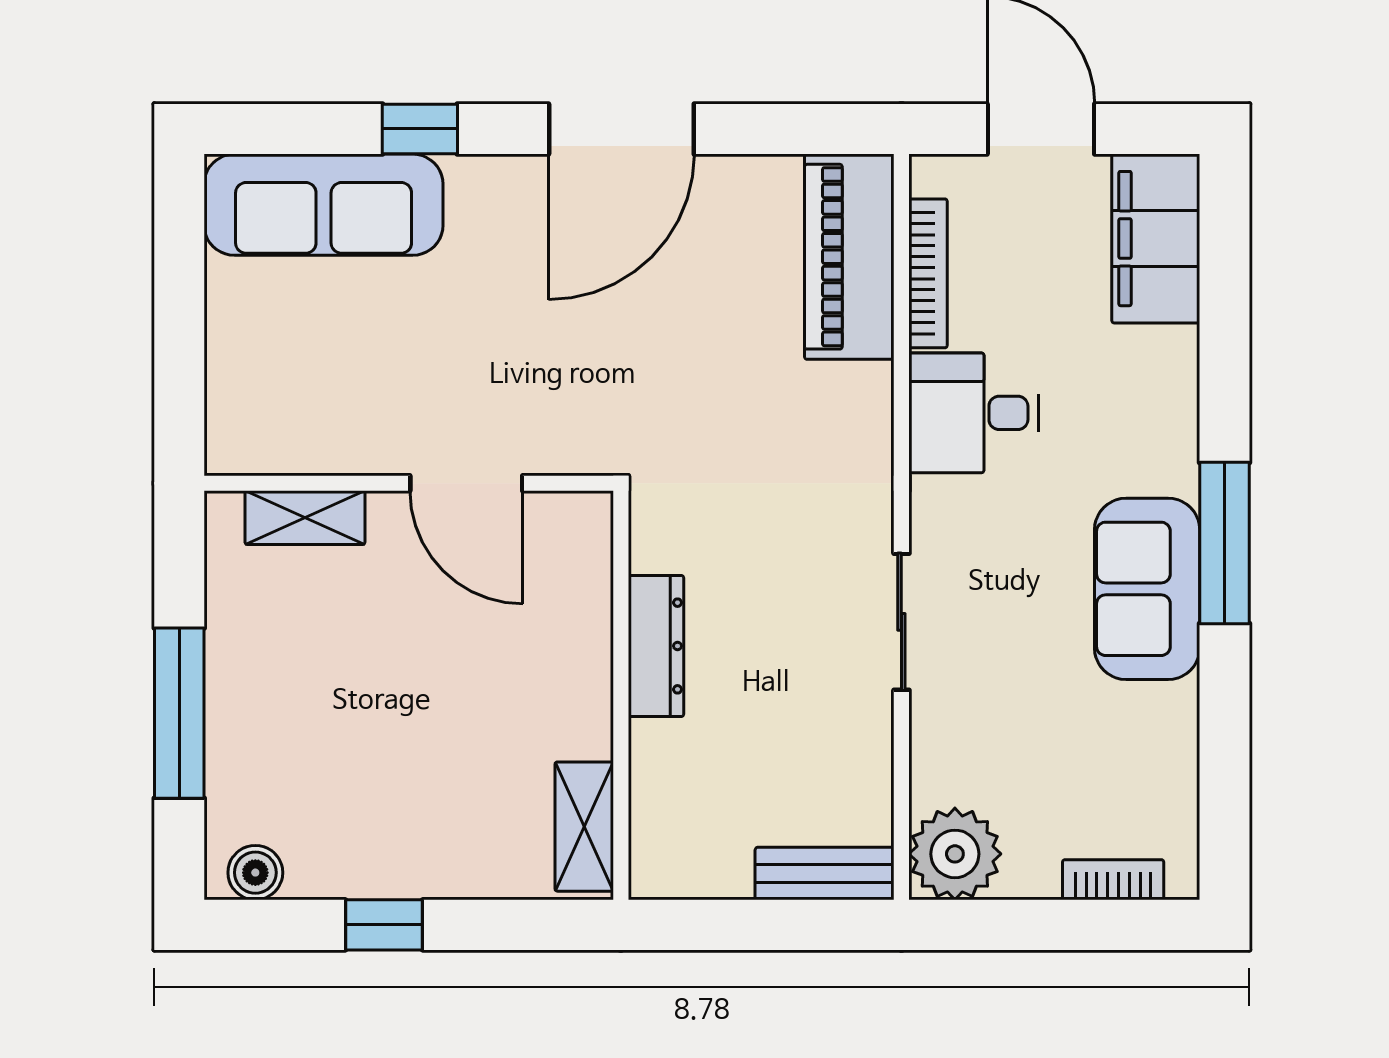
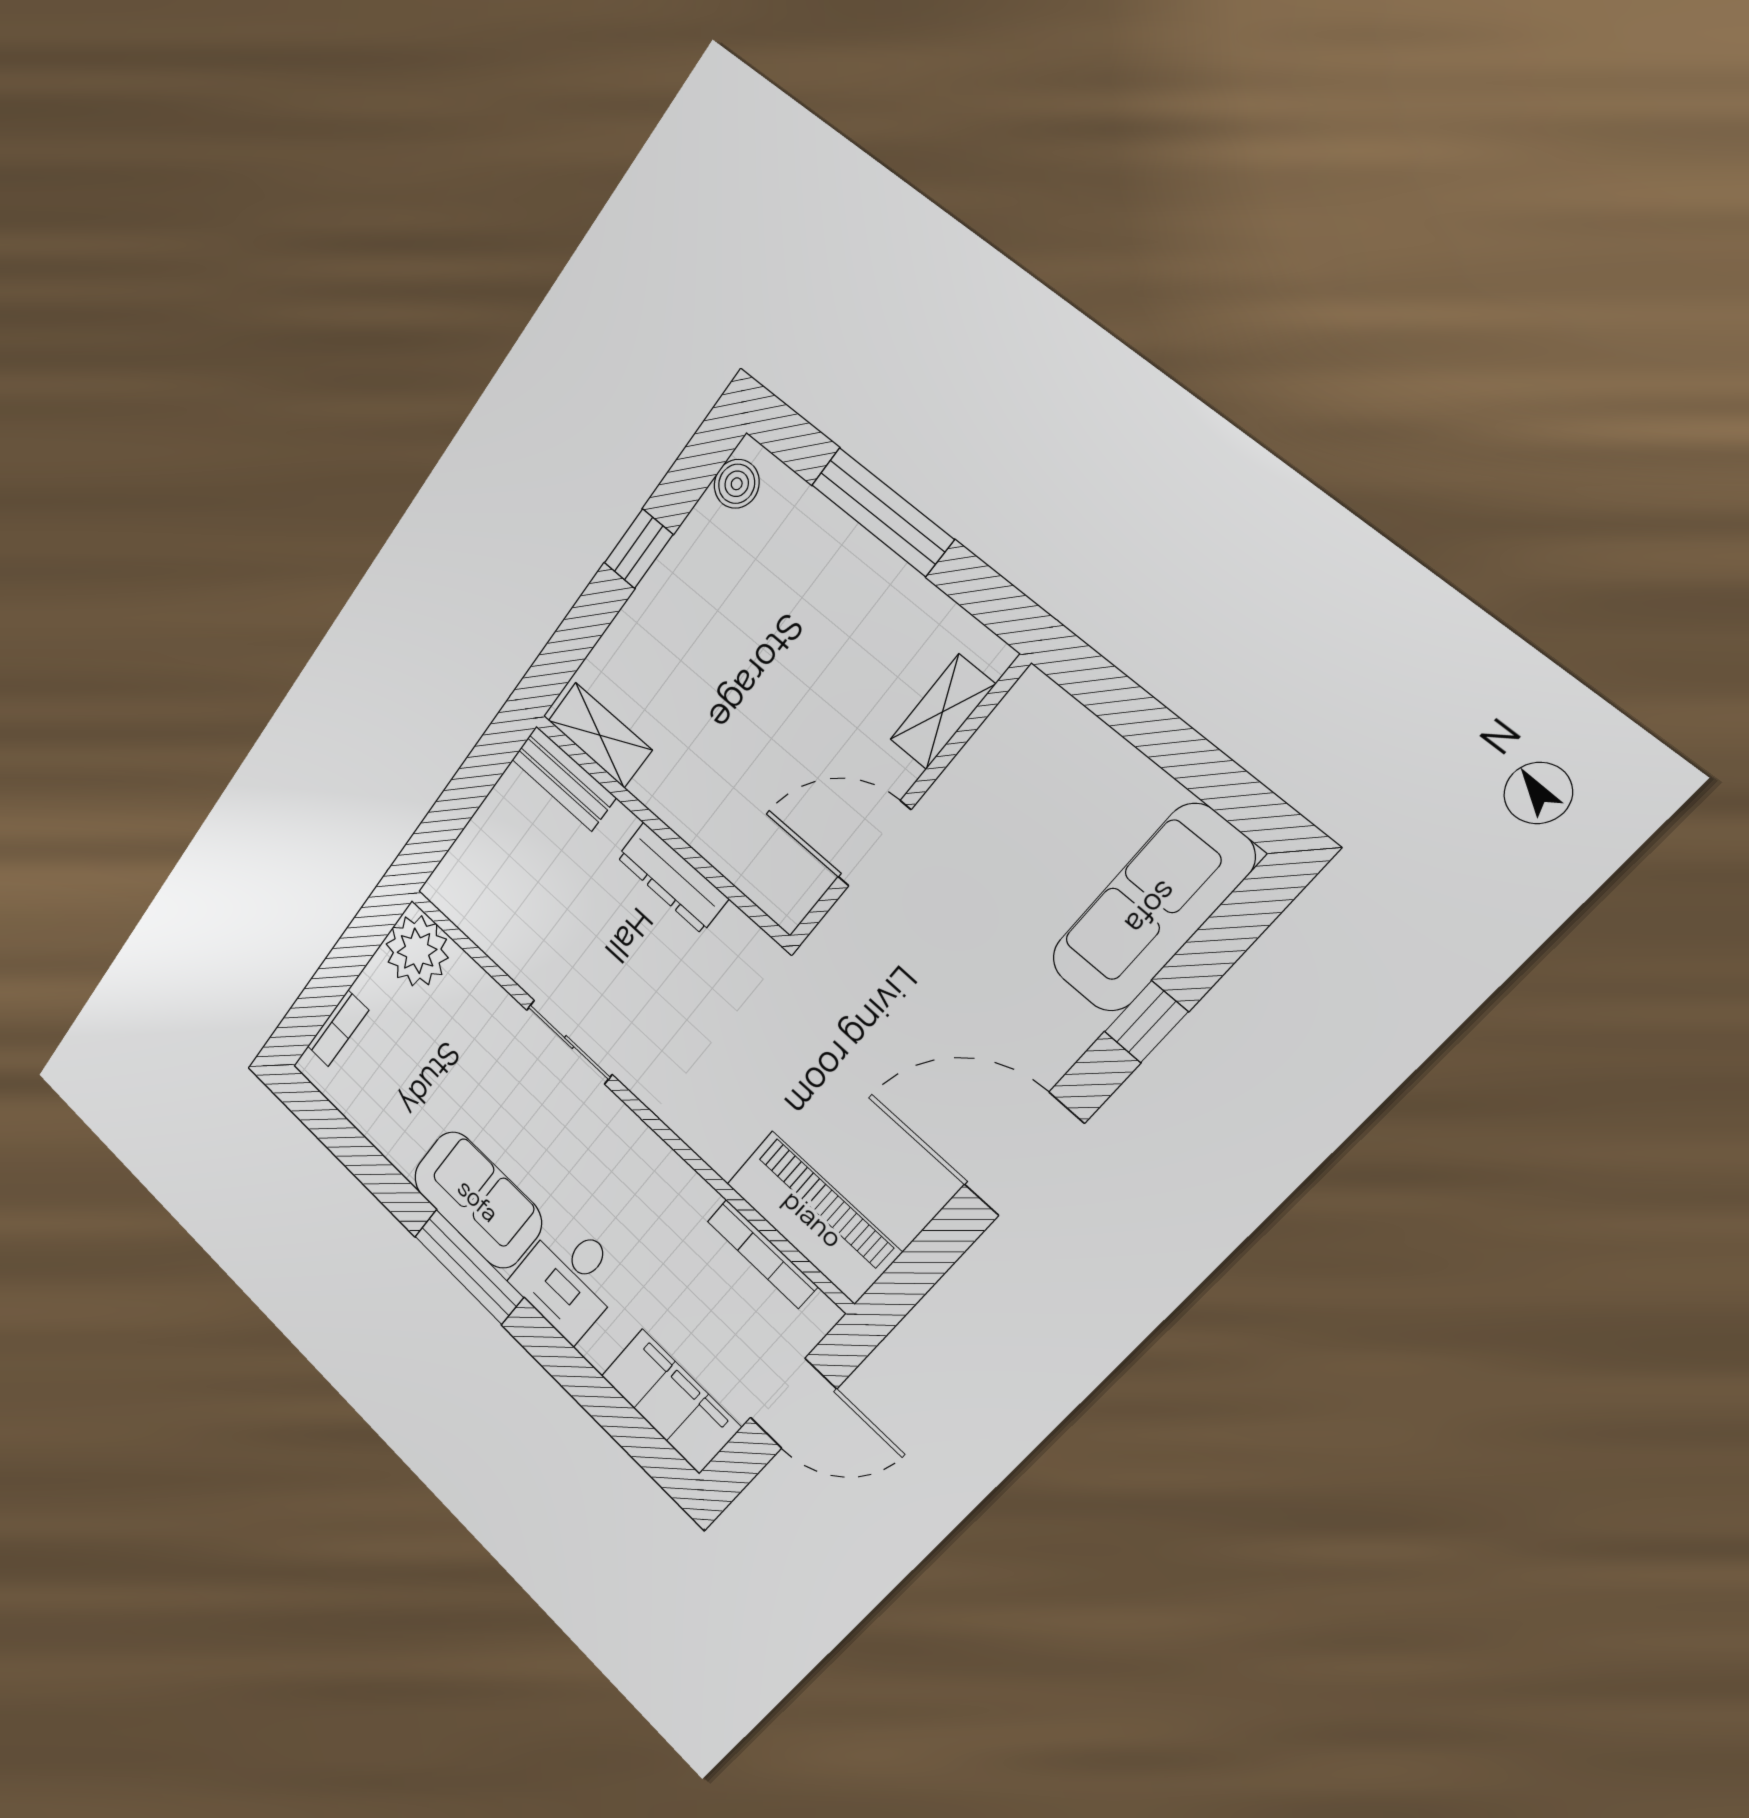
door: (621, 129) -> (1024, 1154), hinge flipped
desk: (974, 413) -> (569, 1279), moved, turned 180
bench: (824, 874) -> (564, 779), moved, turned 90

